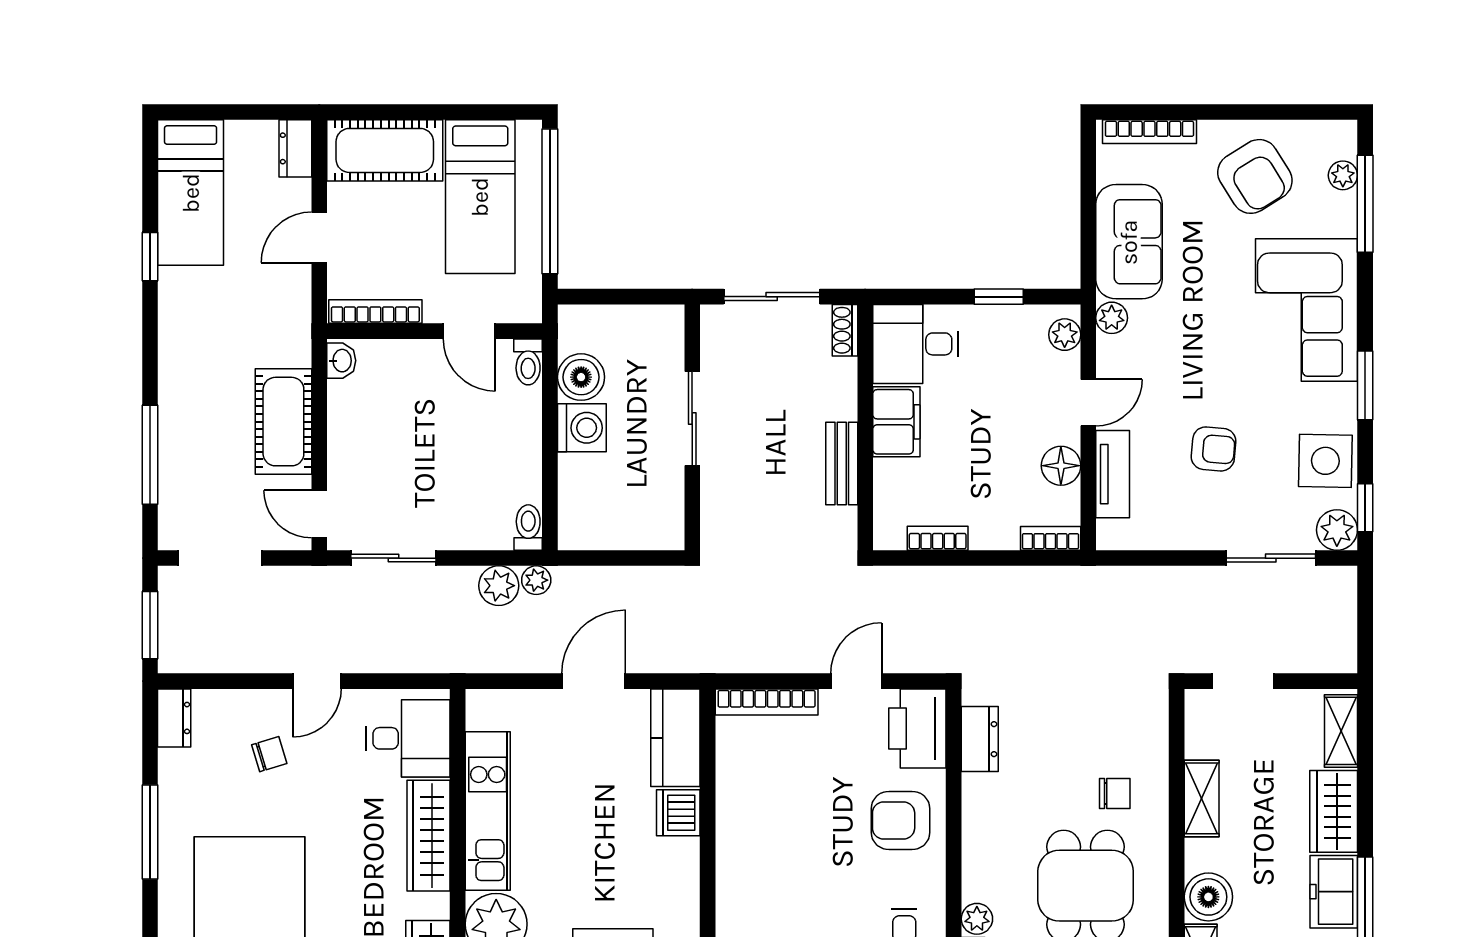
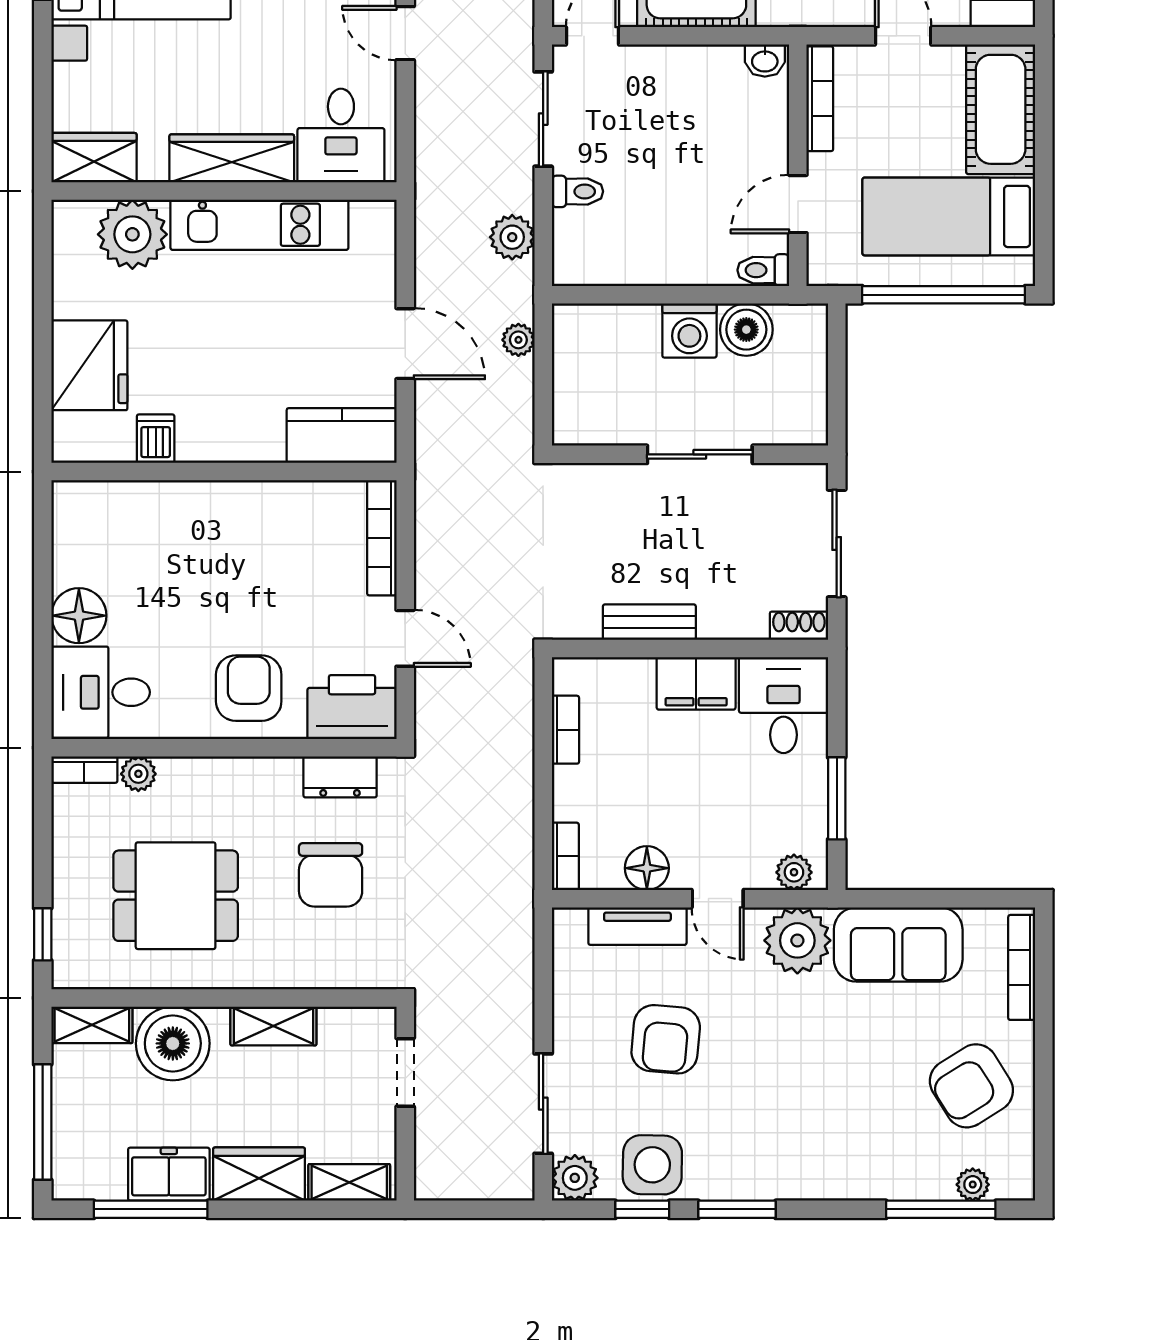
window: (999, 297) -> (837, 798), width x1.50
corner sofa: (1306, 310) -> (822, 1144), removed
plant: (1112, 318) -> (797, 940), width x1.88, depth x1.88
armchair: (1214, 449) -> (666, 1039), width x1.38, depth x1.38
window: (1365, 508) -> (642, 1209), moved
toilet: (528, 528) -> (577, 191), moved
plant: (536, 580) -> (518, 340), moved
chair: (1115, 794) -> (331, 875), moved, width x1.87, depth x1.87
dishwasher: (678, 813) -> (156, 439), moved, width x0.73
boiler: (1208, 897) -> (173, 1043), width x1.37, depth x1.37

